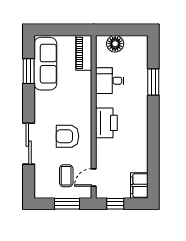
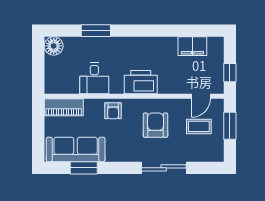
floor lamp: (115, 44) -> (54, 46), moved
armchair: (80, 98) -> (113, 111), added
armchair: (67, 136) -> (156, 125), turned 180
door: (94, 177) -> (201, 96), hinge flipped
filing cabinet: (139, 185) -> (192, 46), moved

